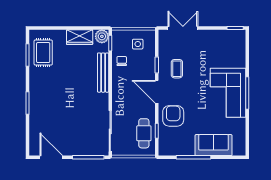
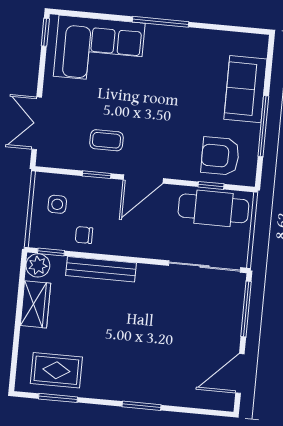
corner sofa: (228, 93) -> (99, 50), moved
armchair: (173, 116) -> (220, 156), moved
cafe table: (144, 133) -> (213, 208), width x1.37, depth x1.35

